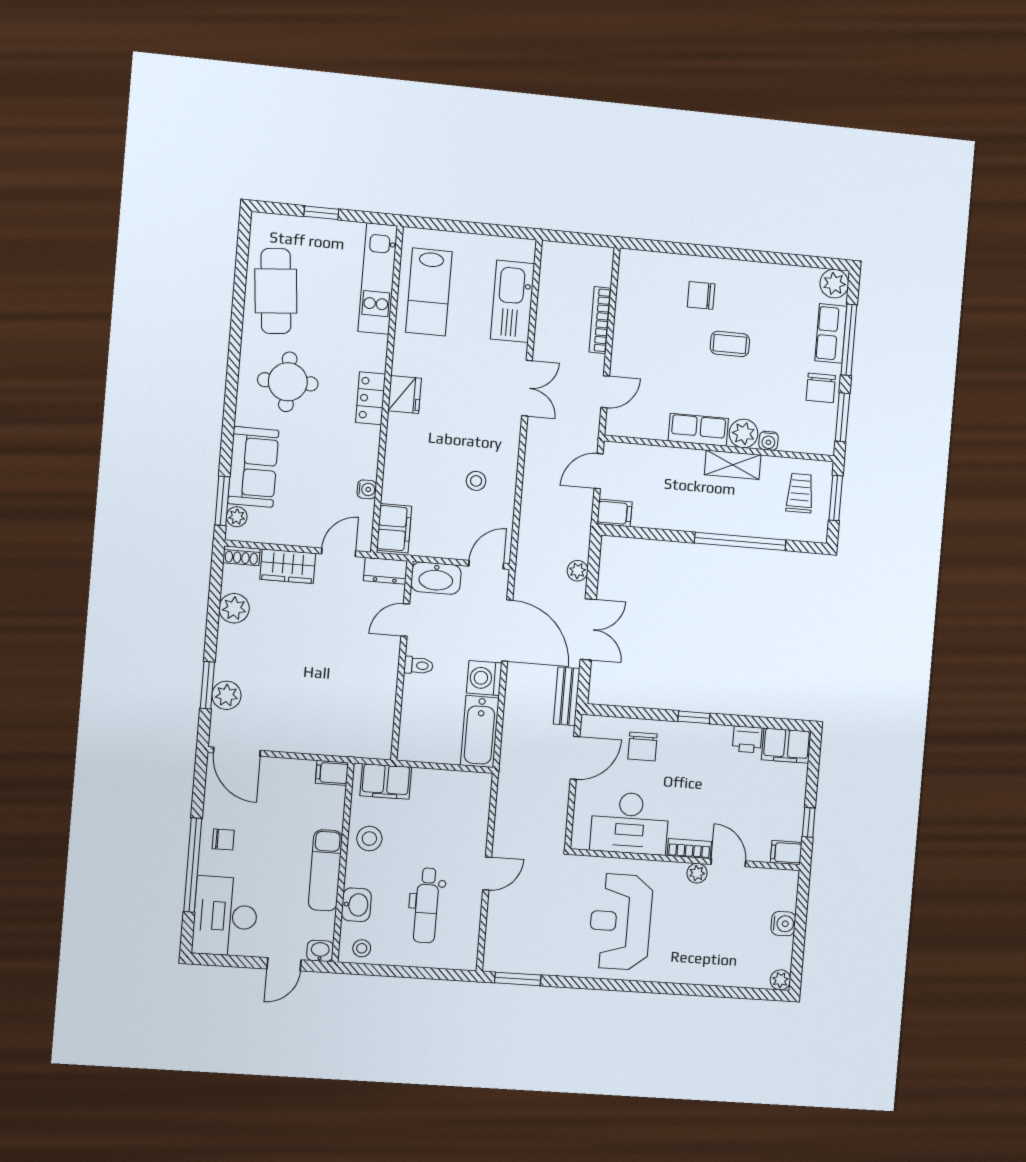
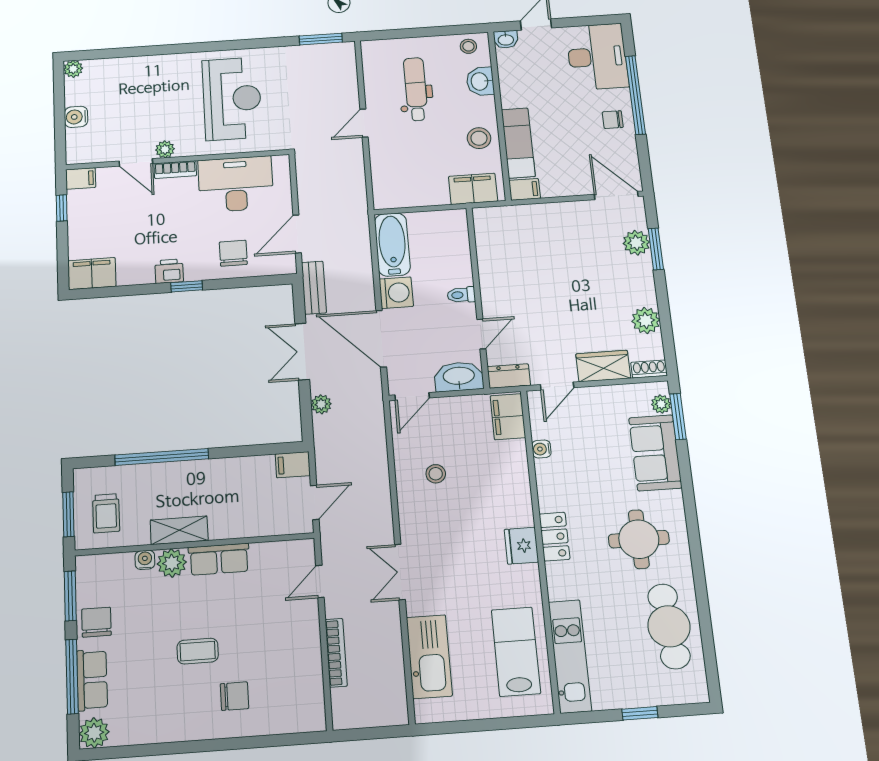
printer: (747, 739) -> (169, 271), moved
exam couch: (325, 870) -> (518, 143), moved

